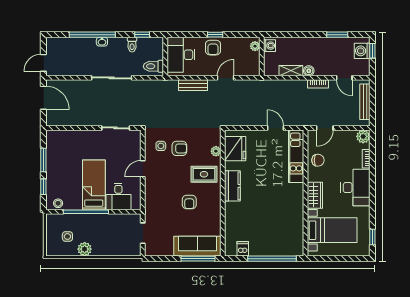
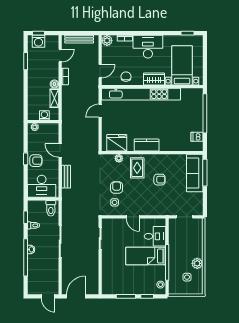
washing machine: (269, 46) -> (44, 115), moved
door: (325, 128) -> (100, 71), hinge flipped
kitchen unit: (296, 156) -> (141, 94), width x1.86

